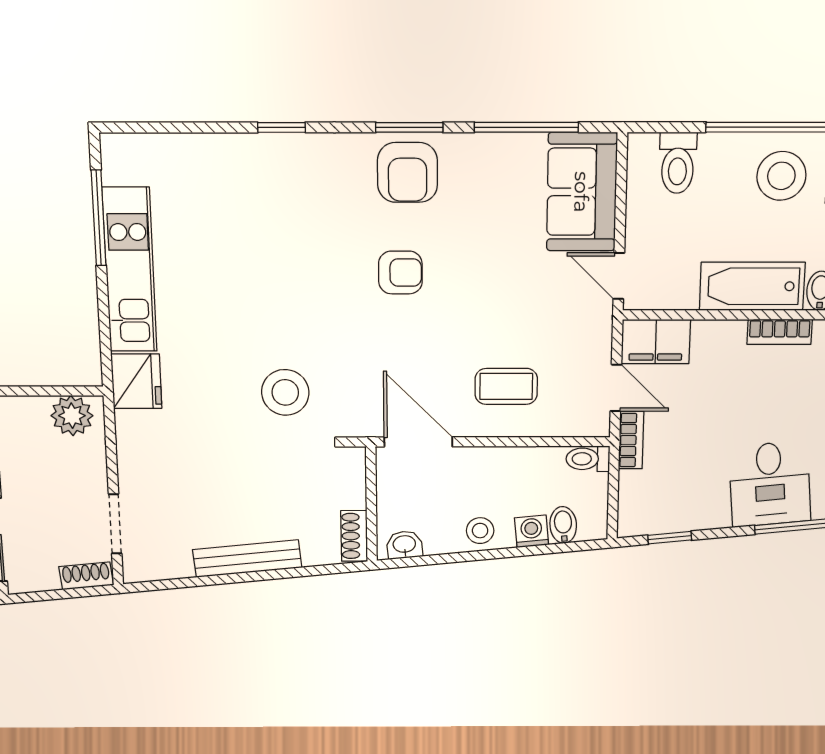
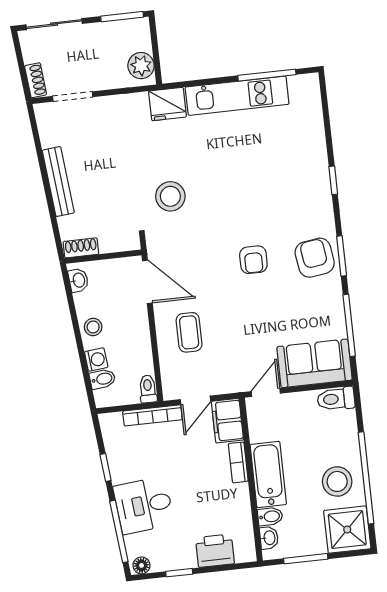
toilet: (678, 163) -> (336, 399), moved
armchair: (408, 172) -> (315, 258), turned 82
bookcase: (780, 332) -> (238, 462), moved
bookcase: (631, 440) -> (152, 415), width x1.56
door: (418, 442) -> (147, 282), hinge flipped
window: (670, 538) -> (106, 468), moved

